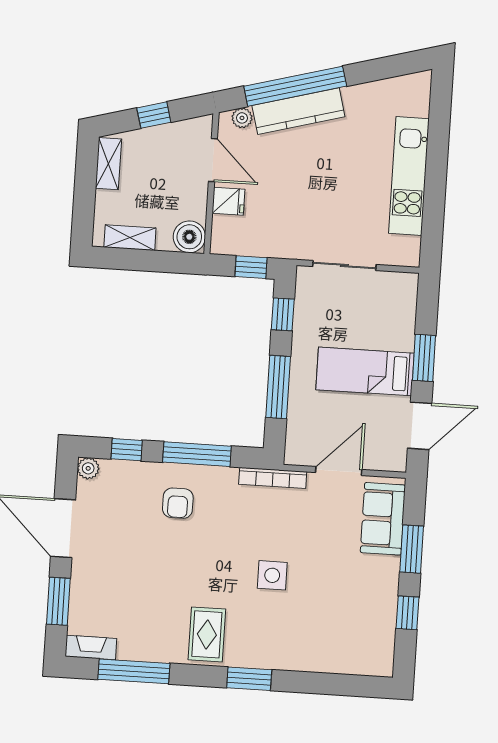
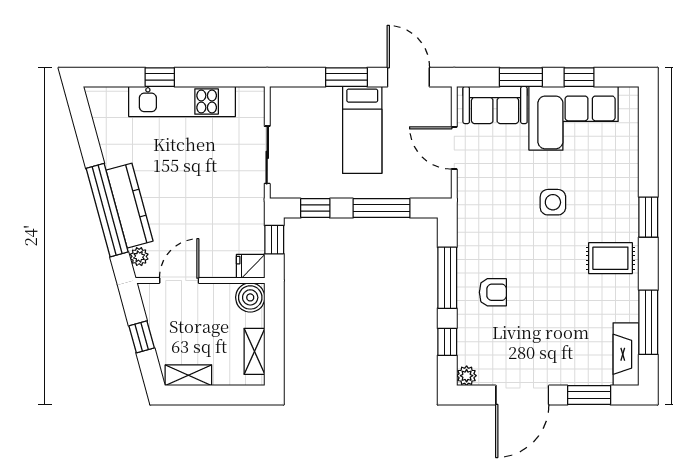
window: (437, 153) -> (160, 77), added
fridge: (228, 201) -> (251, 266), moved, turned -90
bookcase: (273, 478) -> (464, 208), removed
corner sofa: (363, 604) -> (574, 118), added
fireplace: (91, 647) -> (626, 354), width x1.37, depth x1.32

